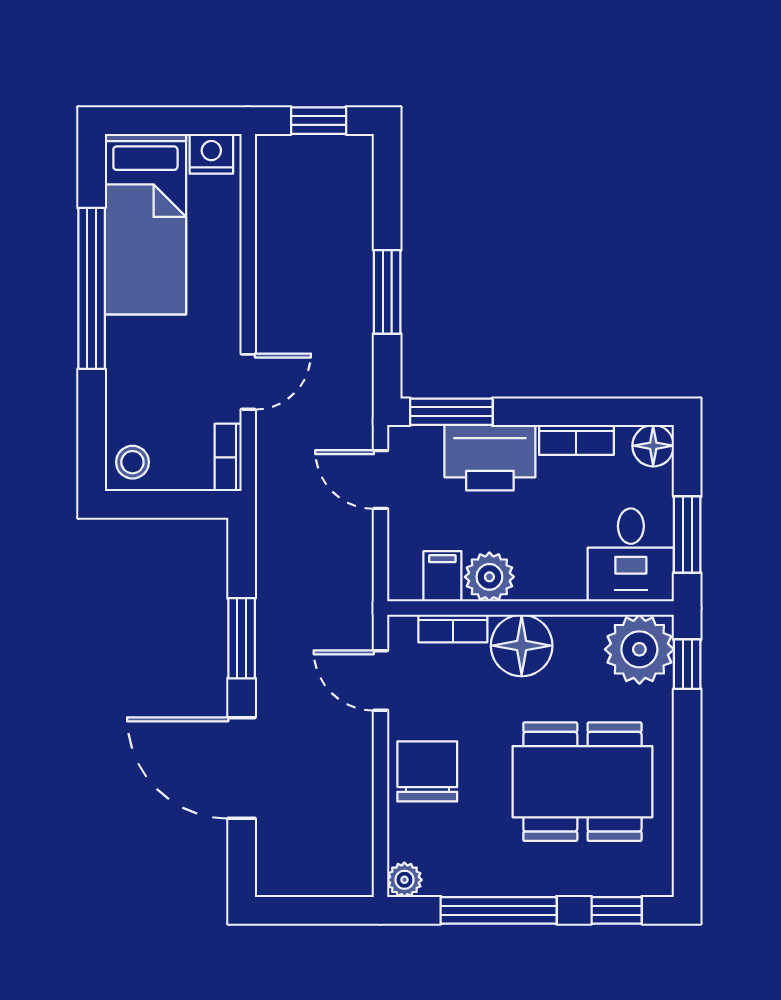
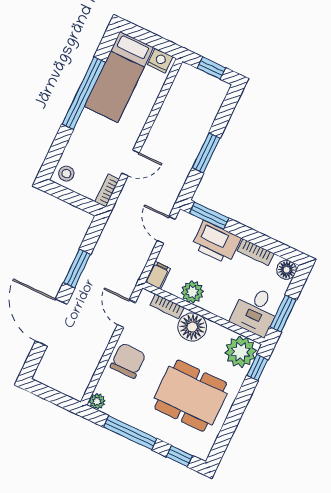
filing cabinet: (442, 576) -> (158, 275), moved

